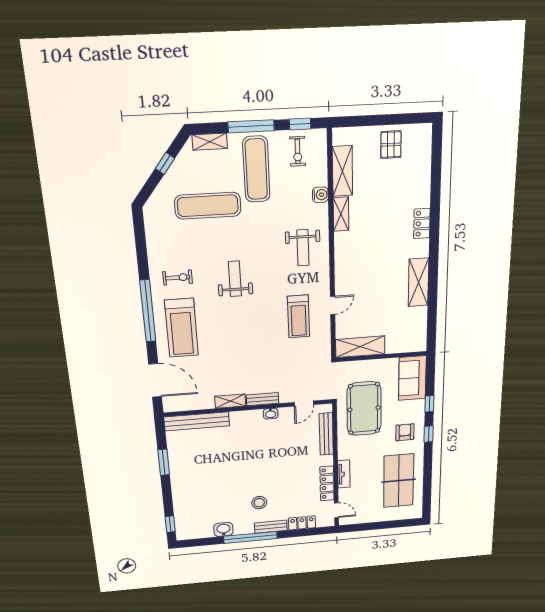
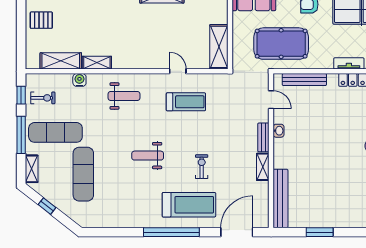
exercise bike: (178, 278) -> (202, 167), moved

